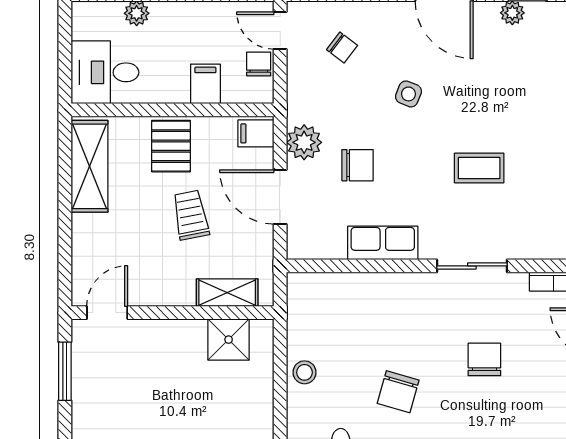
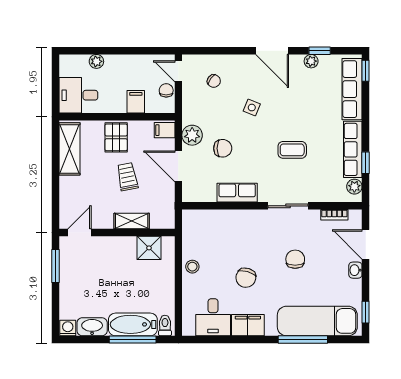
shelving: (227, 293) -> (132, 221), moved

